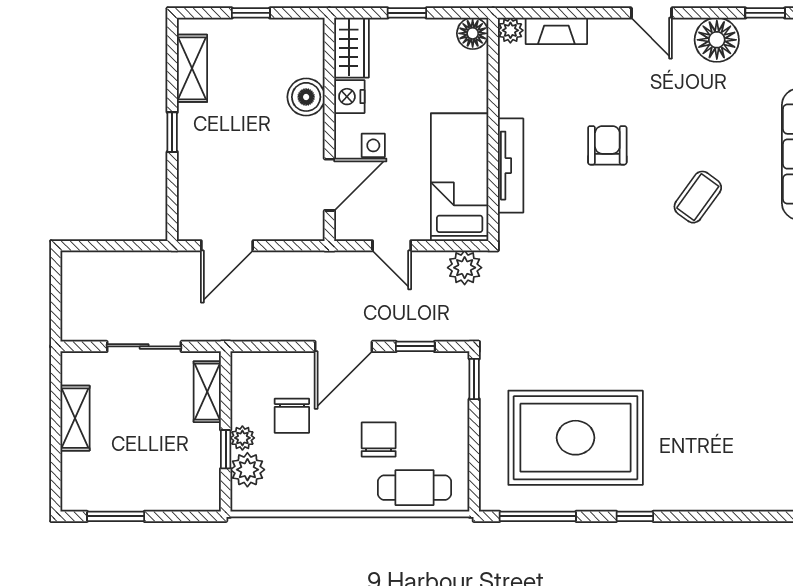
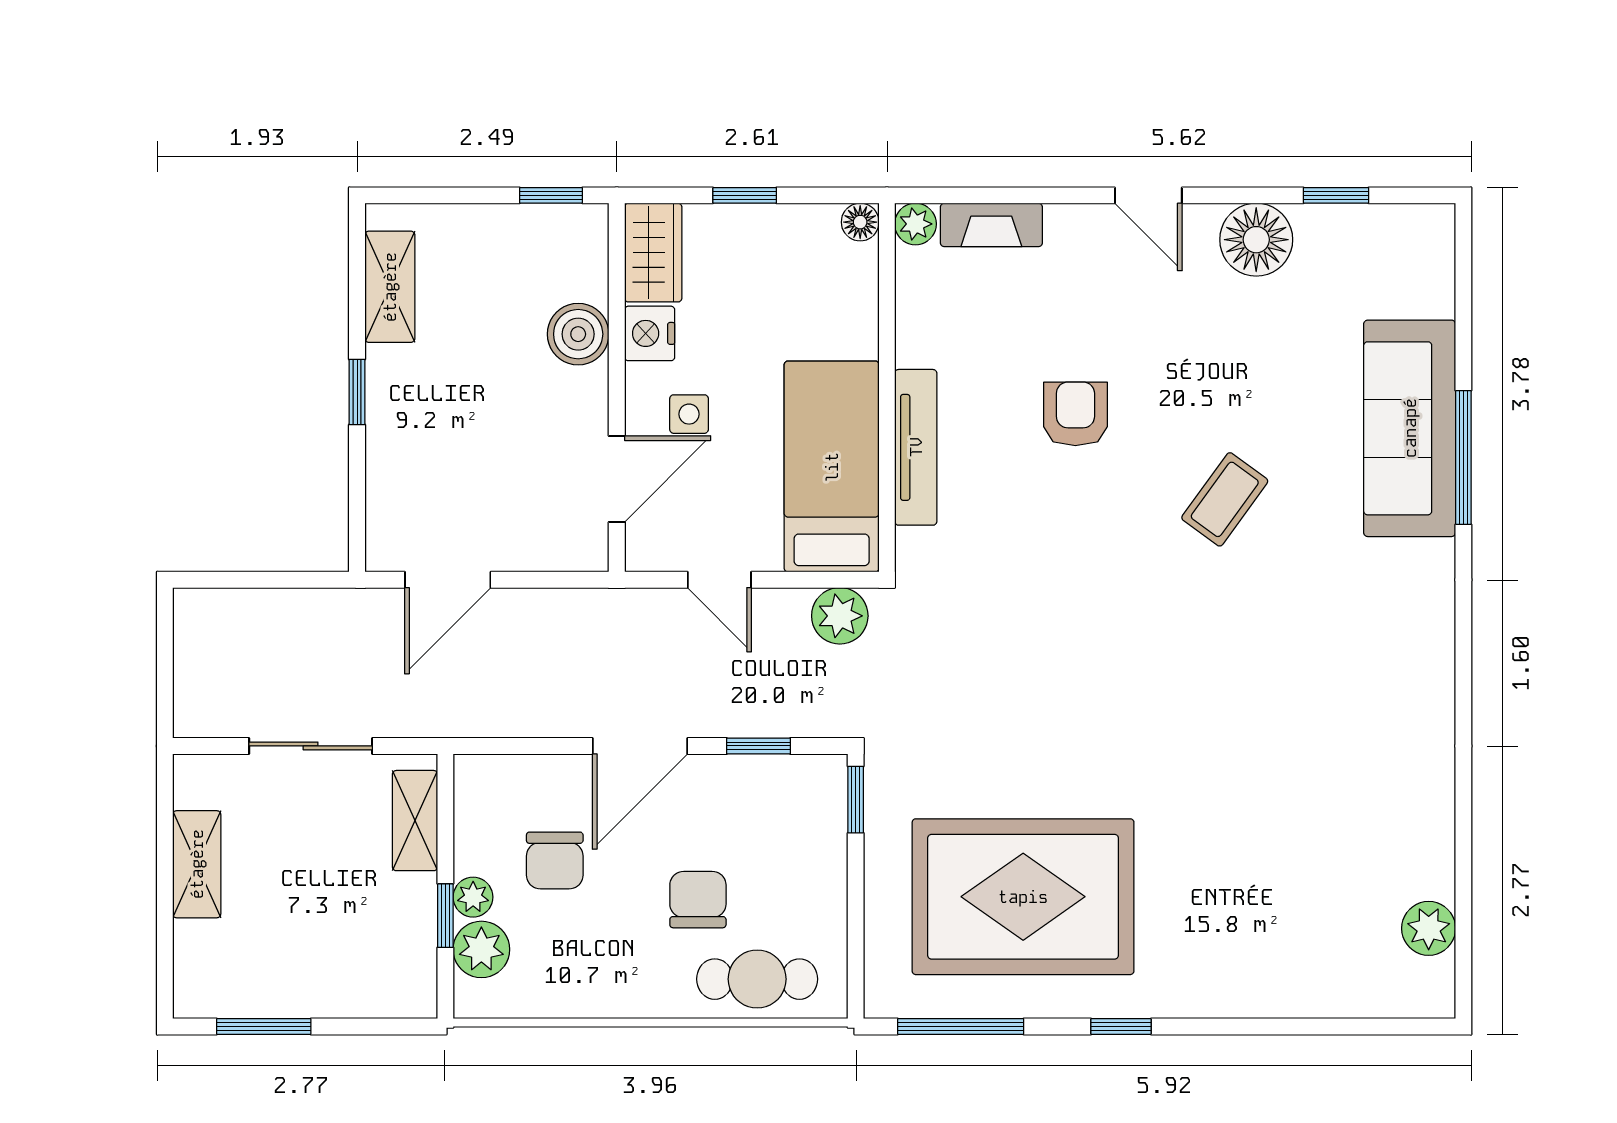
window: (251, 13) -> (551, 195), moved
floor lamp: (473, 33) -> (860, 222), width x0.73, depth x0.73

